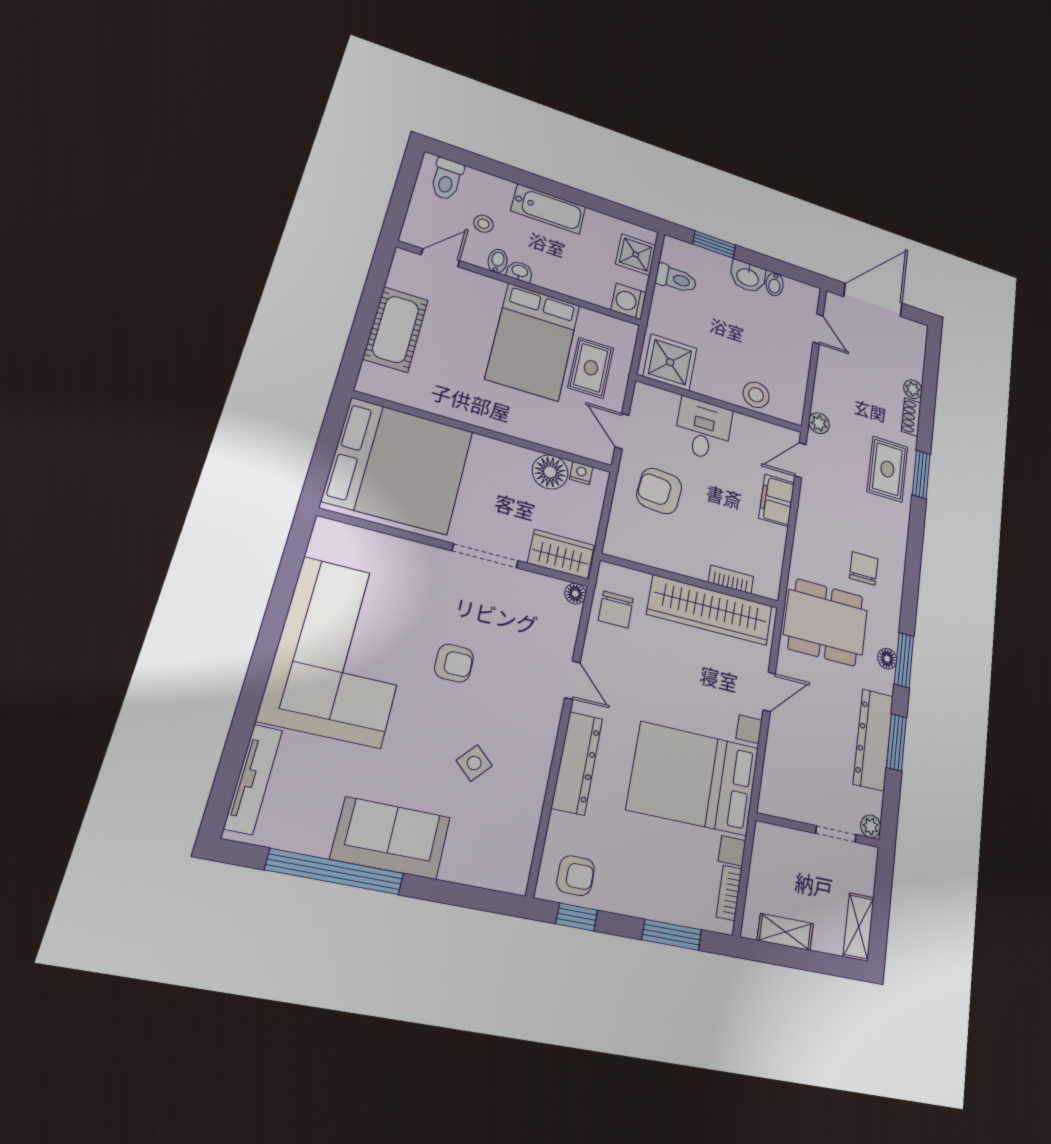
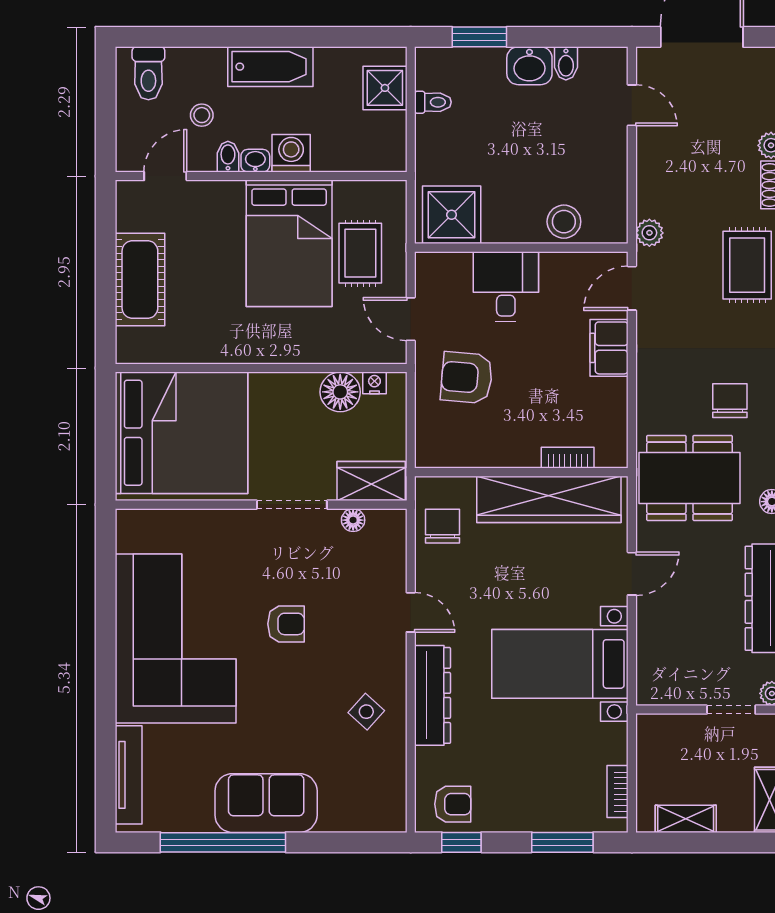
toilet: (676, 279) -> (433, 102), width x0.73, depth x0.72
washing machine: (628, 301) -> (291, 153), moved, turned 90
floor lamp: (575, 594) -> (353, 520), moved
chair: (616, 610) -> (443, 526), turned 180
side table: (474, 763) -> (366, 712), moved
bed with nightstands: (694, 778) -> (560, 664), width x0.73

